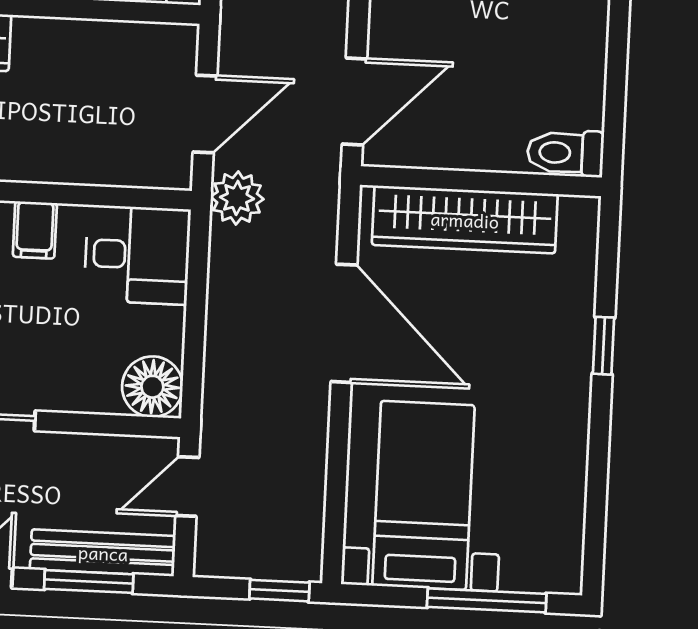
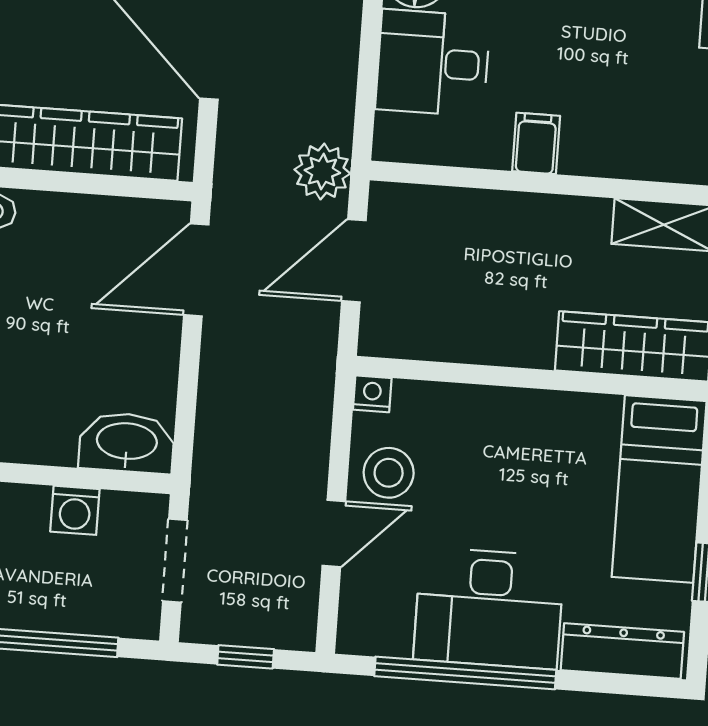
desk: (137, 255) -> (433, 63), moved

